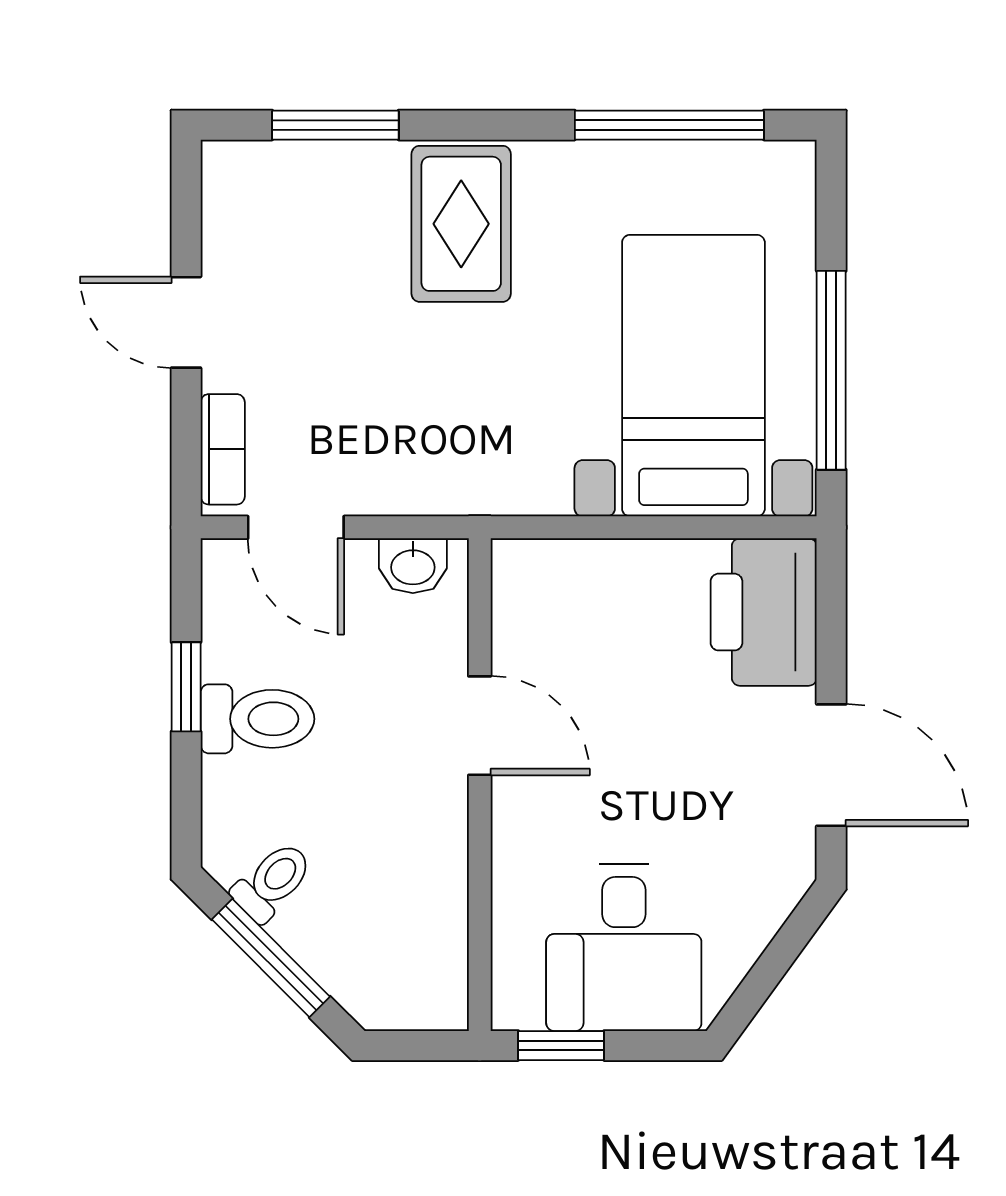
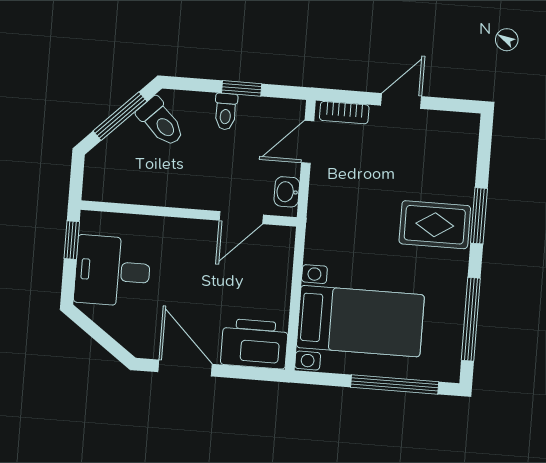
window: (335, 125) -> (479, 216), moved
window: (831, 370) -> (395, 384), moved
toilet: (257, 719) -> (226, 112), width x0.73, depth x0.72
door: (480, 726) -> (241, 218), moved
door: (831, 765) -> (185, 368), swing flipped
toilet: (272, 882) -> (161, 122), width x1.37, depth x1.39

